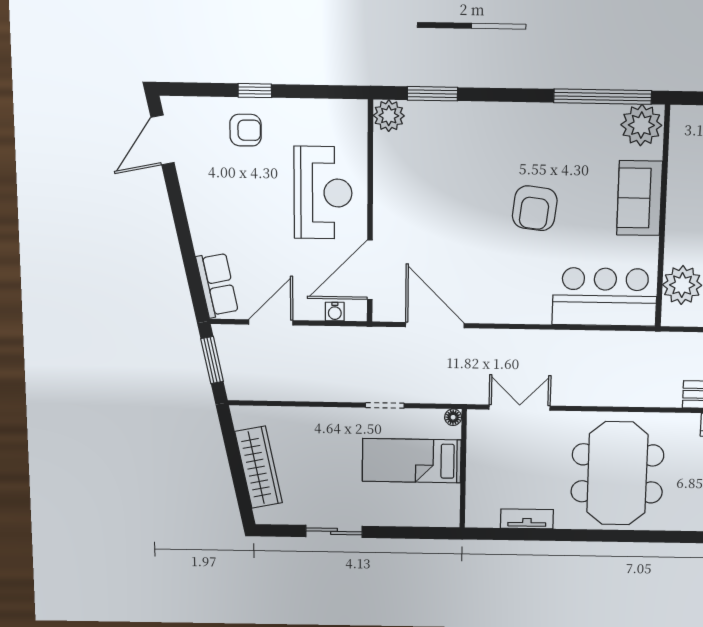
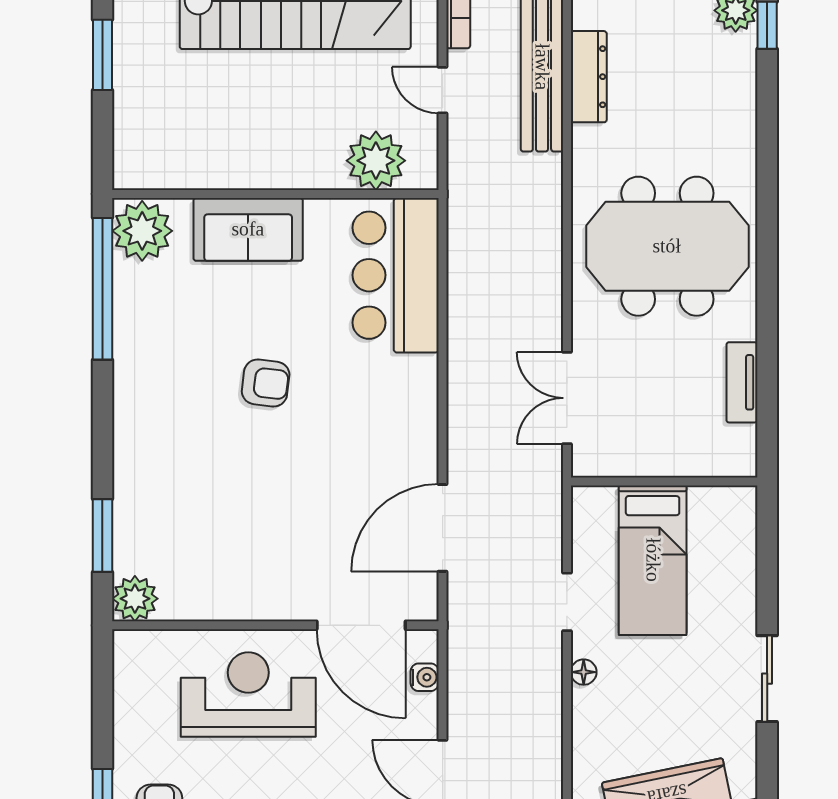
armchair: (535, 208) -> (266, 383), width x0.72, depth x0.72
floor lamp: (453, 417) -> (584, 672), moved

